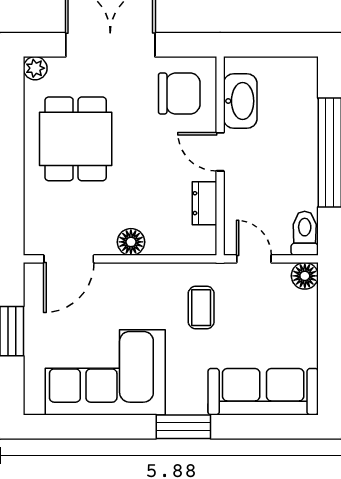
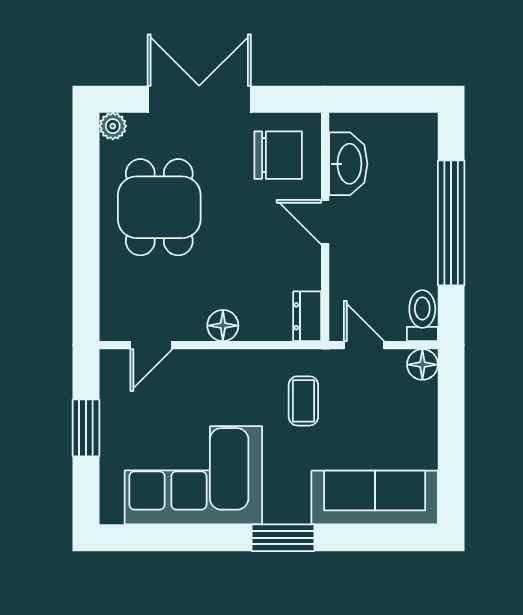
dresser: (204, 203) -> (307, 316), moved
door: (69, 259) -> (151, 345), width x0.73

